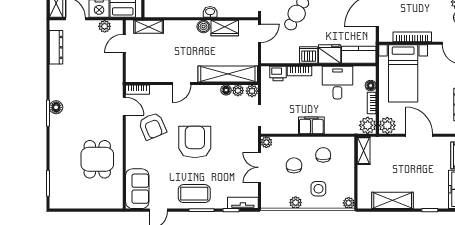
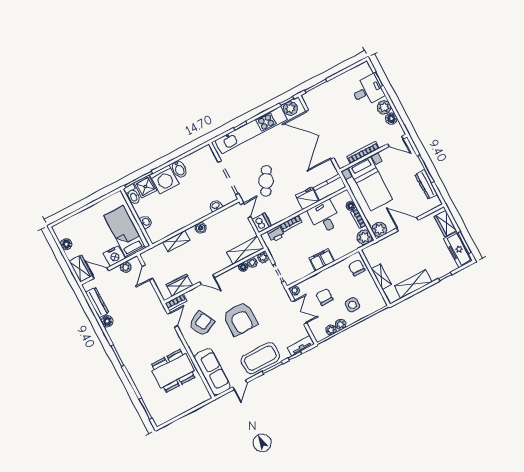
washbasin: (210, 12) -> (216, 206), moved
shelving: (149, 27) -> (176, 241), moved
wardrobe: (225, 28) -> (179, 285), moved, turned 180
dishwasher: (309, 55) -> (262, 223), moved, turned 90
shelving: (228, 74) -> (245, 250), width x0.68
door: (182, 83) -> (207, 280), hinge flipped
door: (124, 106) -> (172, 320), hinge flipped
floor lamp: (56, 107) -> (107, 321), moved
armchair: (152, 126) -> (202, 324), turned -94
armchair: (195, 142) -> (240, 319), turned 180
shelving: (364, 151) -> (381, 276), moved
chair: (323, 155) -> (357, 268), moved
dining table: (97, 159) -> (173, 371), width x1.38
double door: (259, 167) -> (299, 312), swing flipped
sofa: (137, 189) -> (212, 372), width x1.36
coffee table: (194, 194) -> (260, 358), width x1.36, depth x1.32
plant: (349, 203) -> (331, 330), moved

